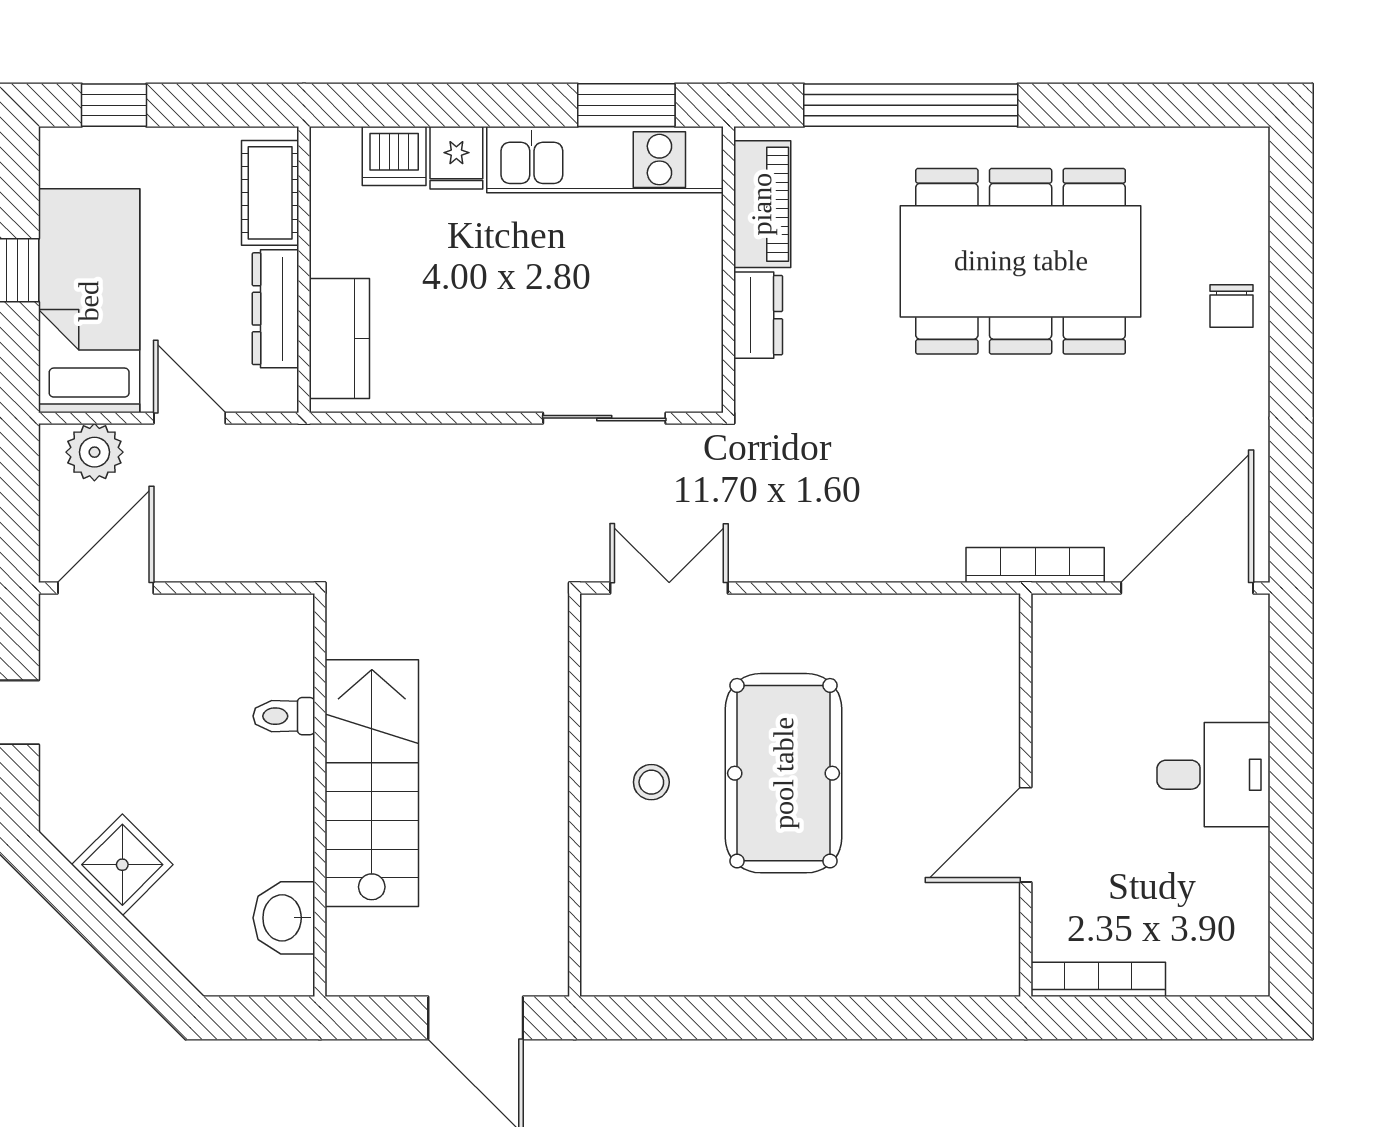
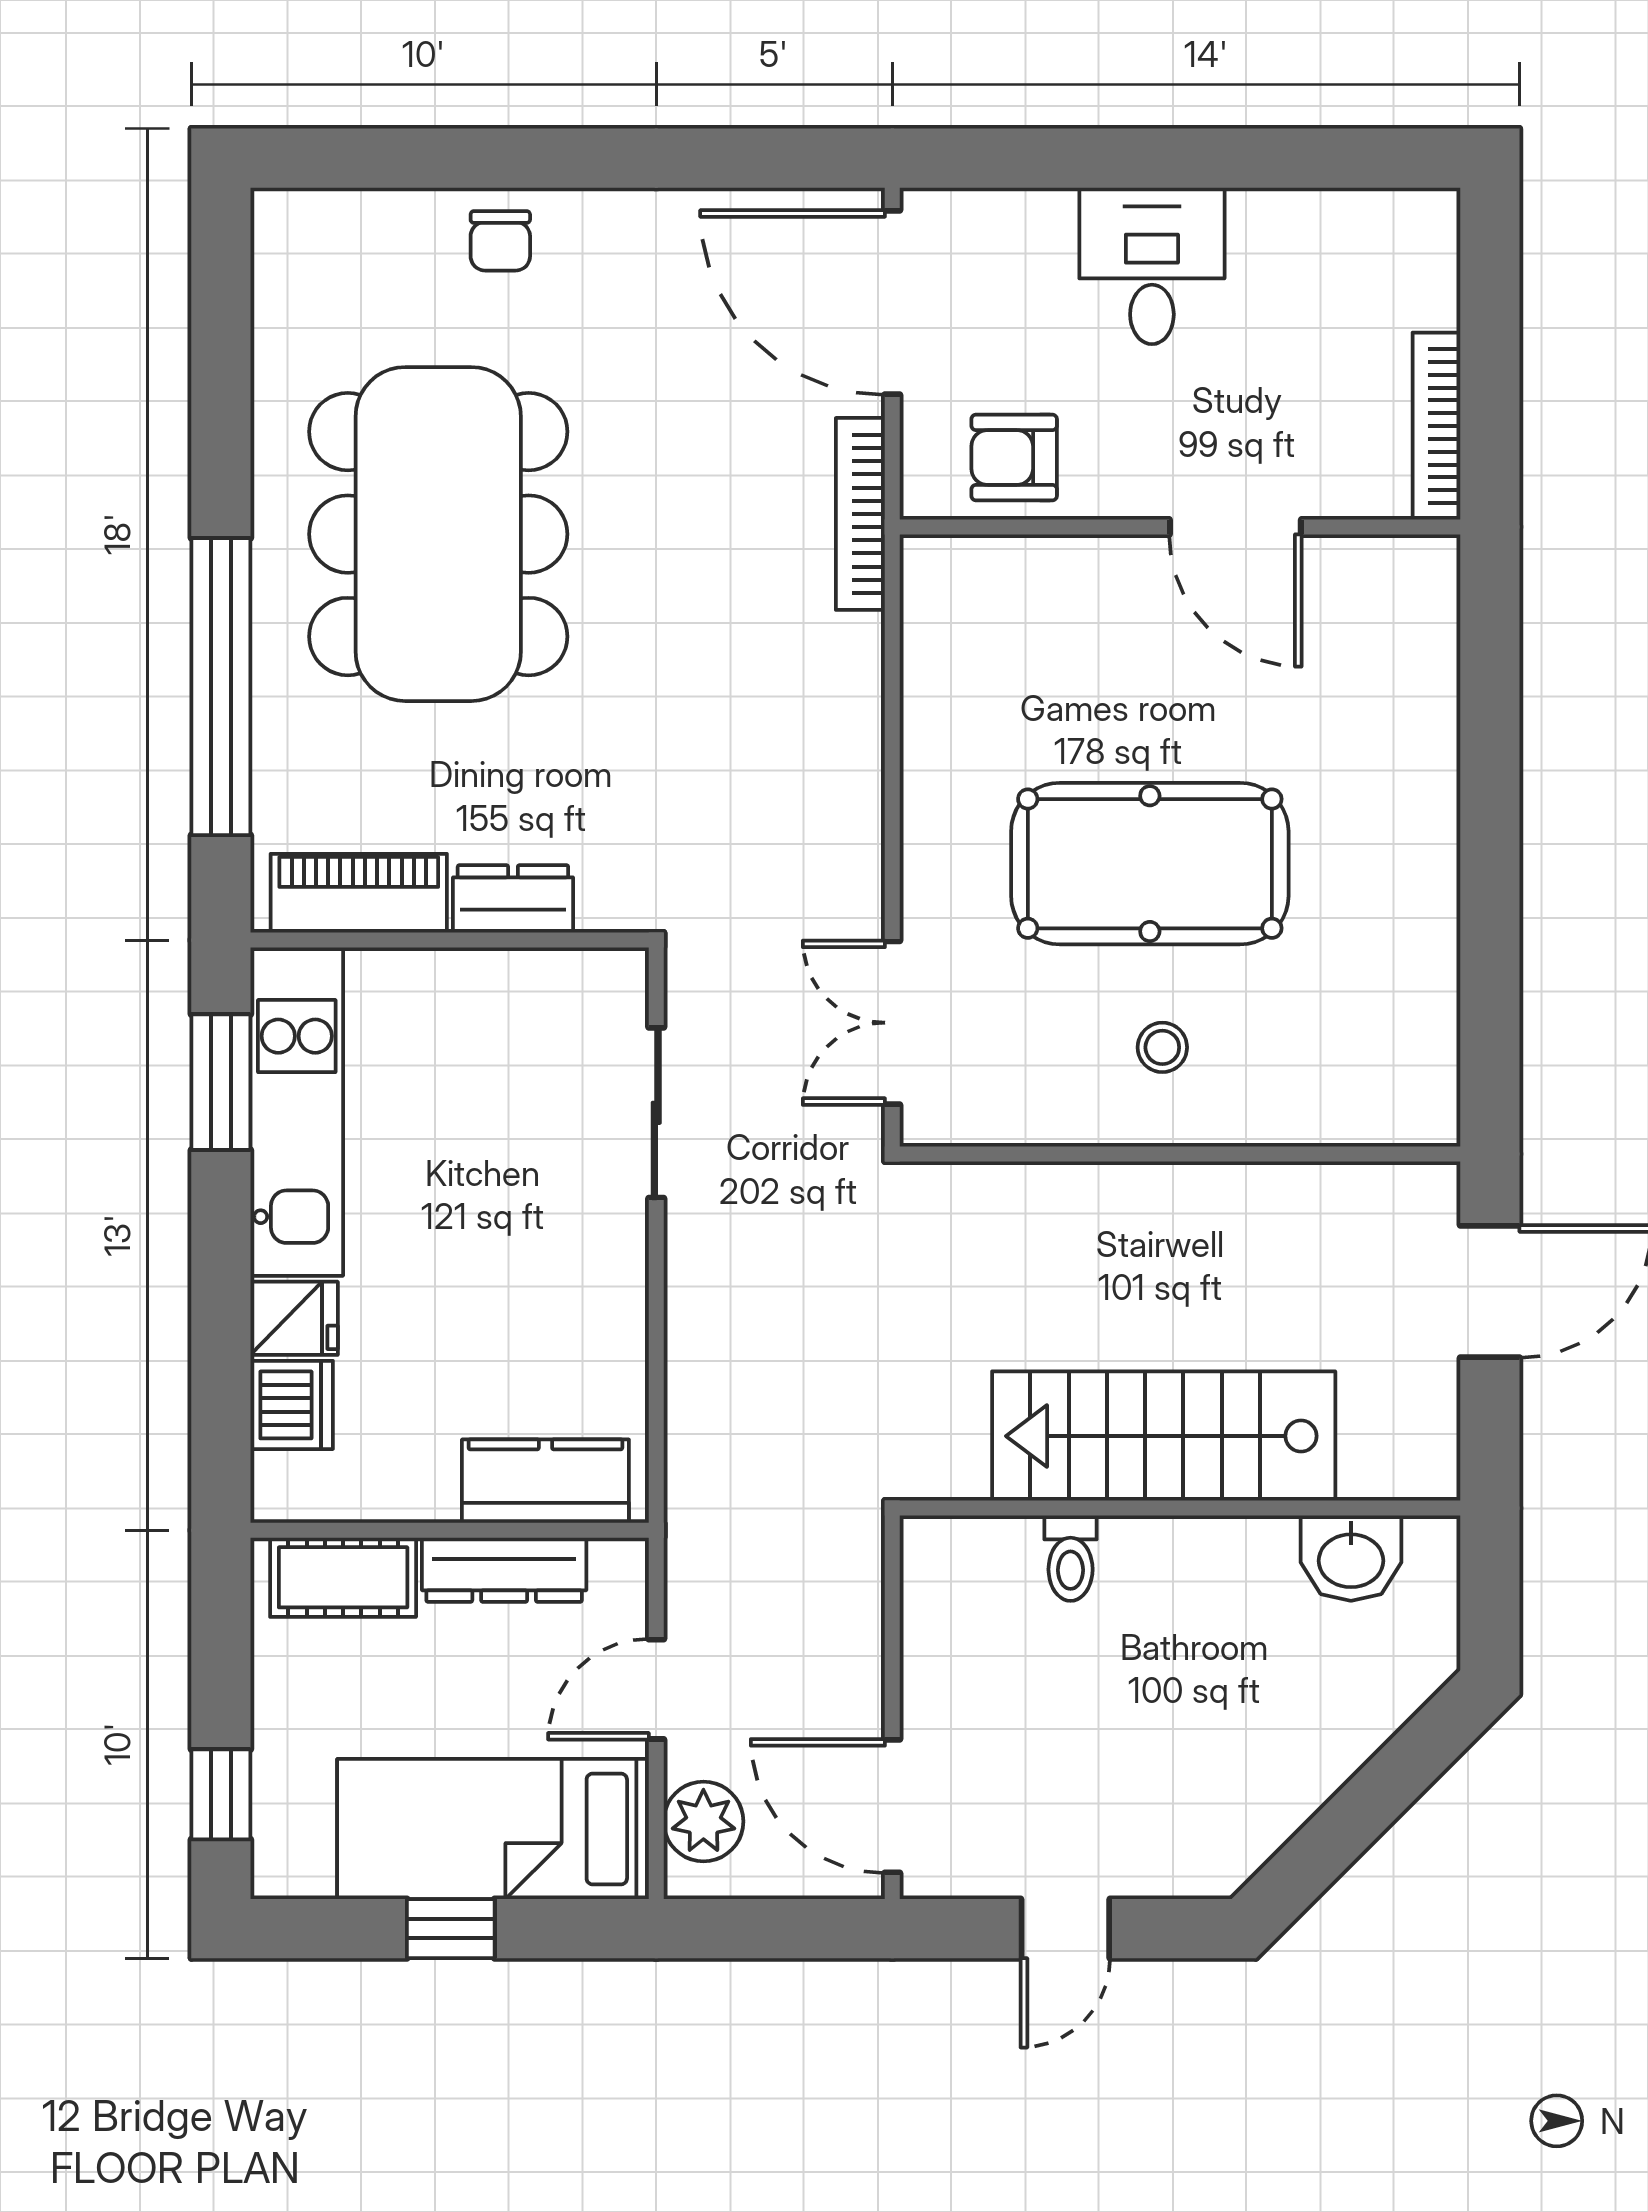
chair: (1232, 306) -> (500, 241), turned 90
armchair: (1076, 676) -> (1014, 458), added
shower: (122, 865) -> (1277, 1783), removed

